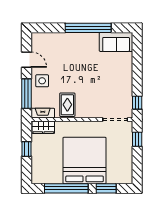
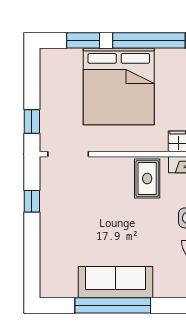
sofa: (116, 42) -> (115, 282), moved, width x1.36
window: (137, 103) -> (32, 201), moved

